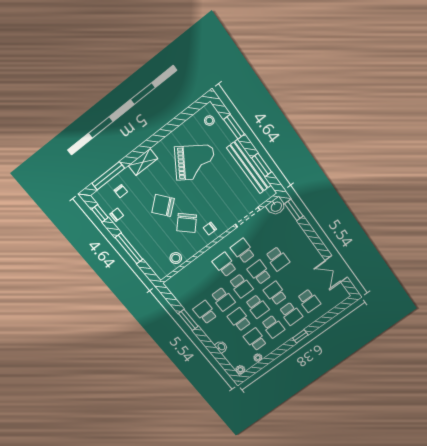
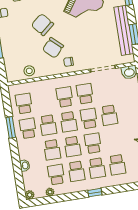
school desk: (188, 292) -> (24, 104), added
school desk: (239, 320) -> (52, 150), turned 180

